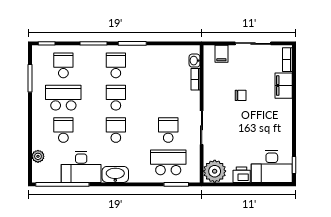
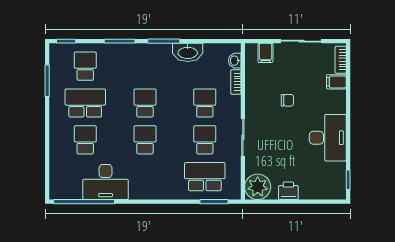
school desk: (116, 65) -> (205, 103), moved
filing cabinet: (284, 86) -> (336, 82), width x0.50
plant: (38, 156) -> (56, 170), removed
desk: (272, 166) -> (328, 138), moved, turned -90
washbasin: (115, 174) -> (188, 52), moved, turned 180

